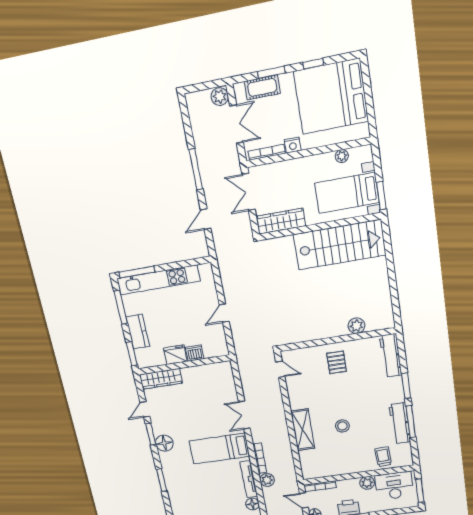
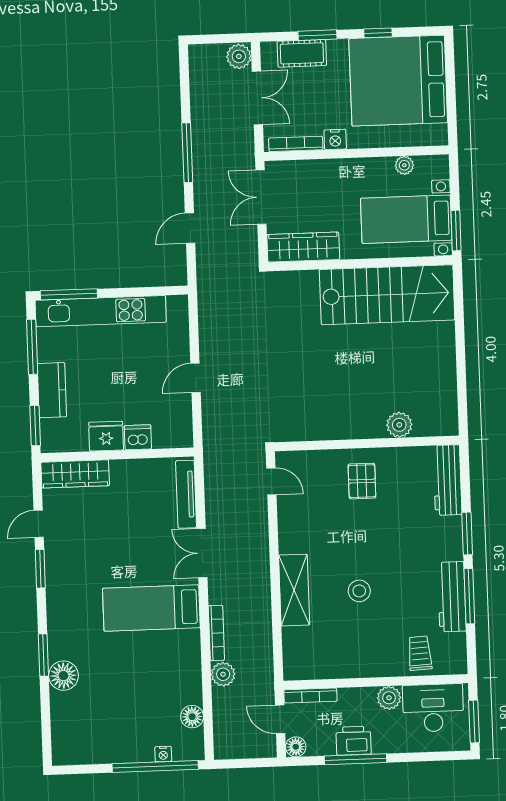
floor lamp: (164, 443) -> (63, 676), moved
tv unit: (249, 479) -> (186, 494), moved

